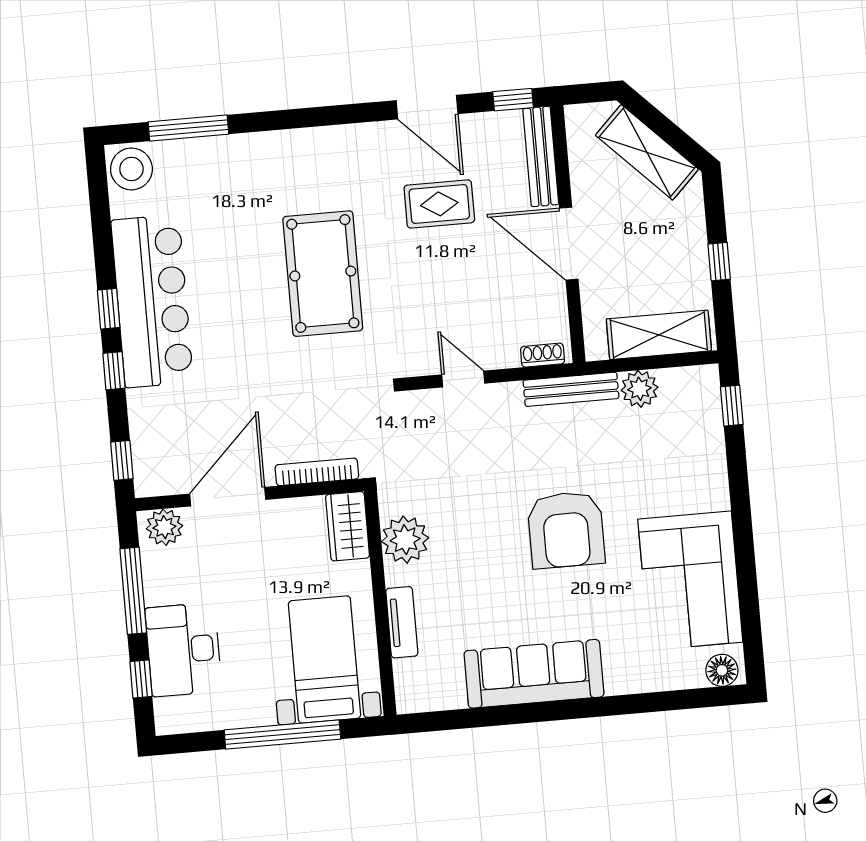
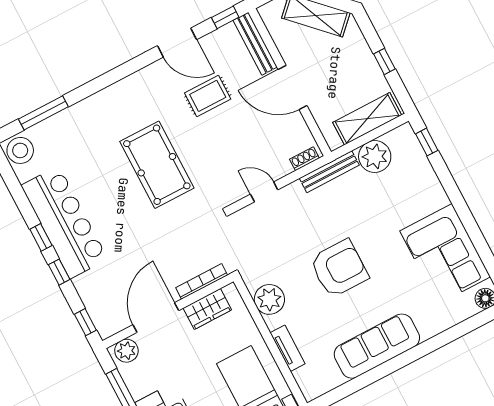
plant: (639, 389) -> (375, 157), width x1.36, depth x1.36
wardrobe: (348, 526) -> (207, 309), moved, turned -90
armchair: (566, 530) -> (339, 268), moved, turned -90

